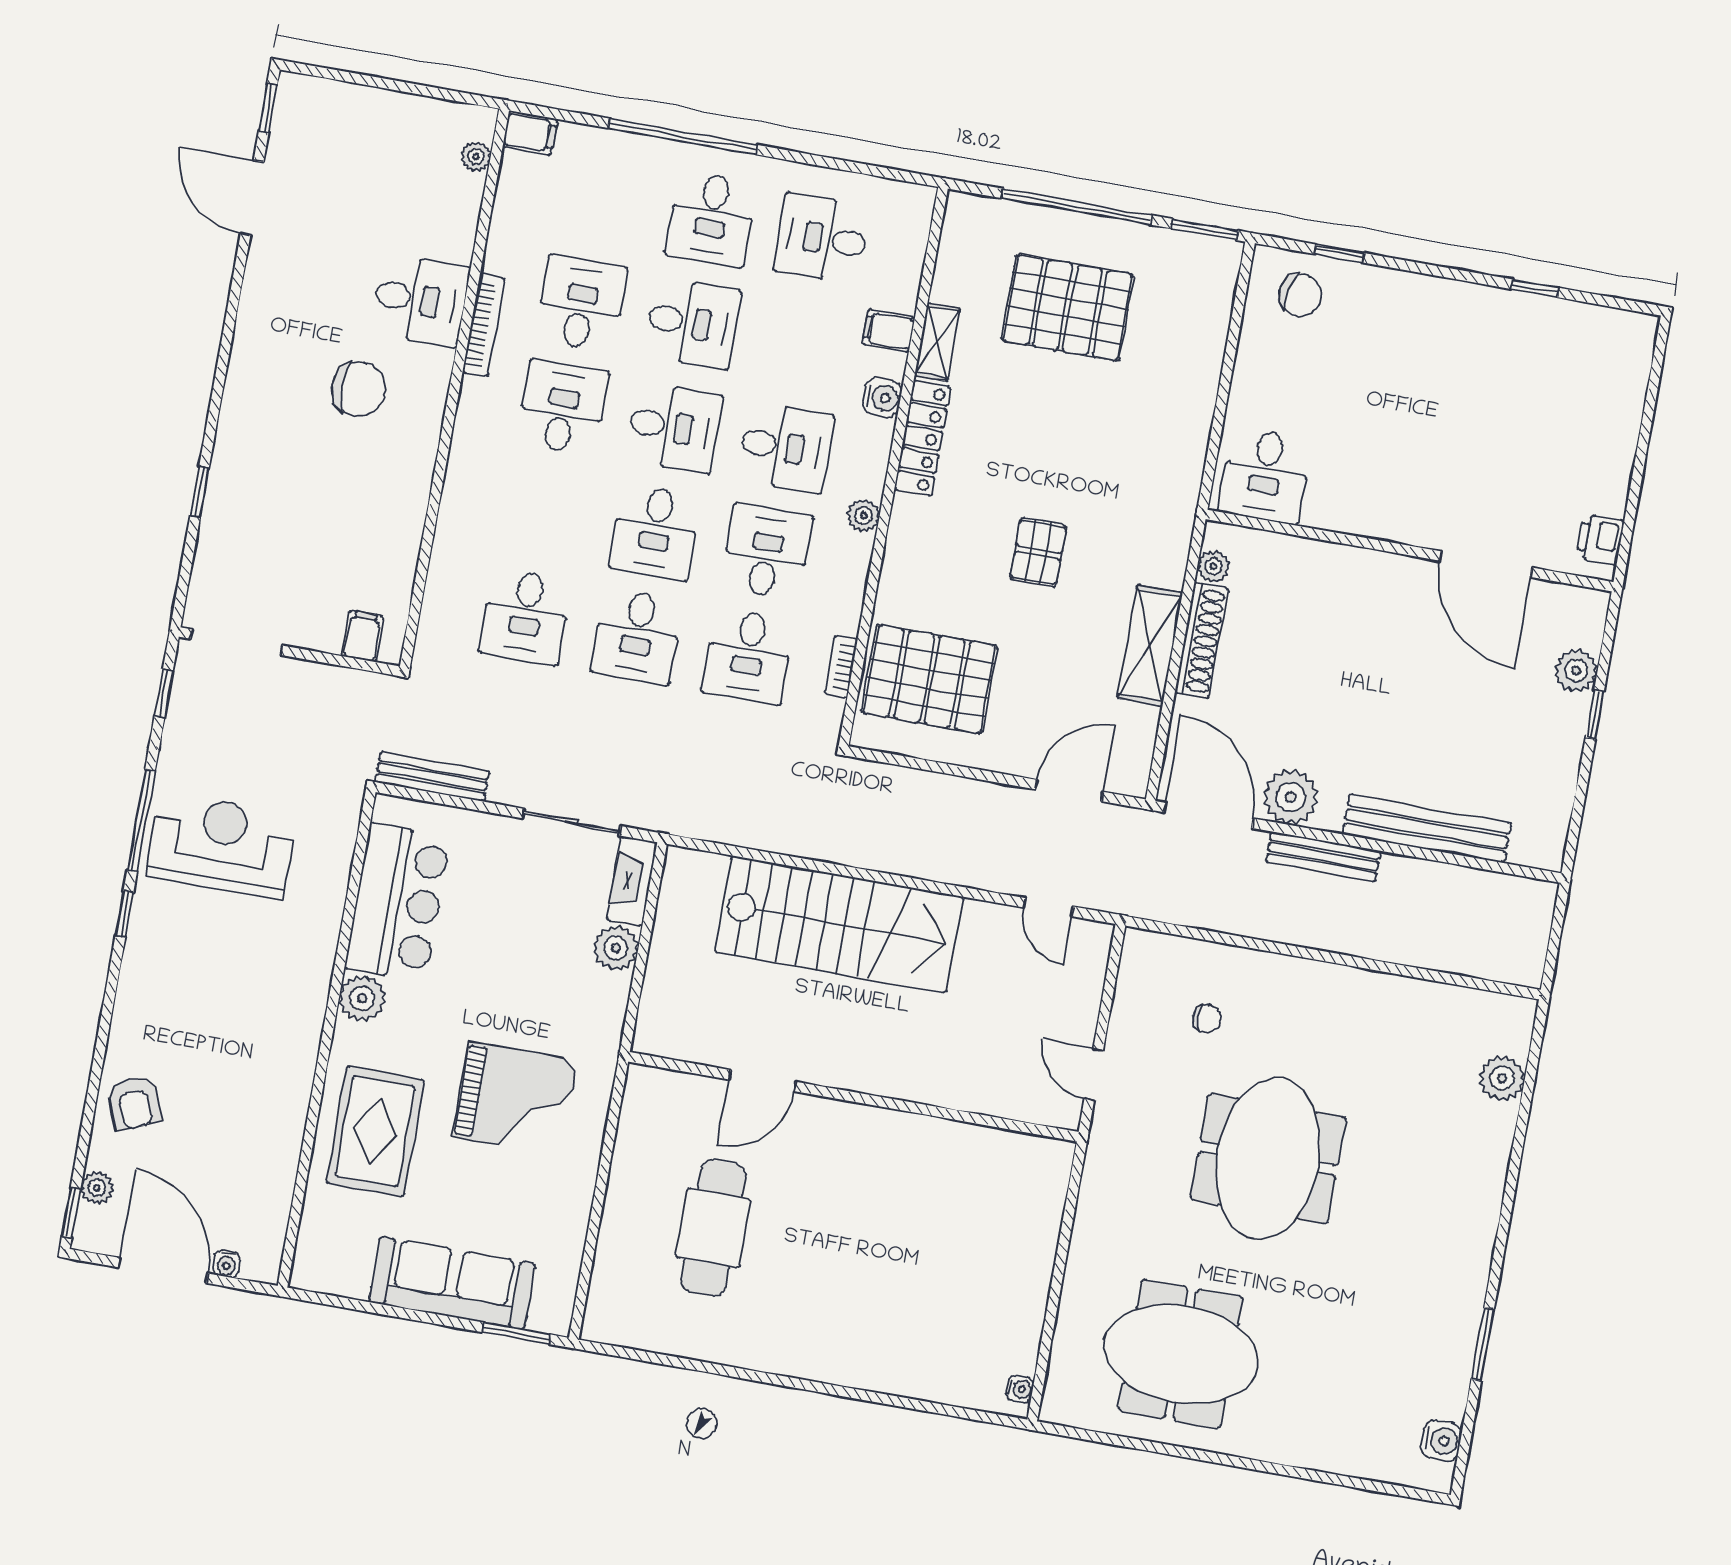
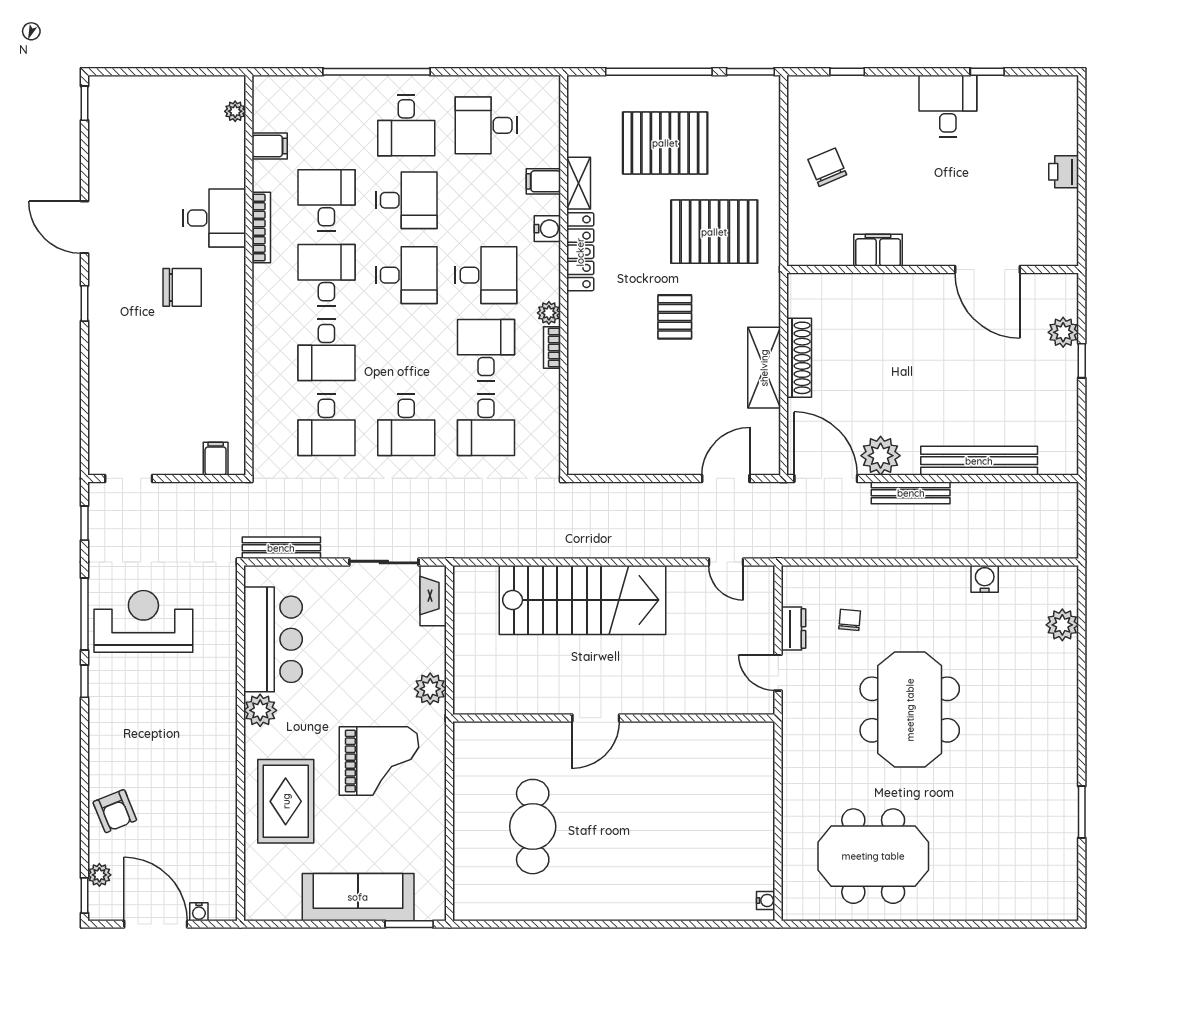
filing cabinet: (530, 133) -> (270, 146), moved
door: (252, 198) -> (85, 227), moved
chair: (1300, 295) -> (827, 167), moved, turned -126
desk: (1265, 475) -> (948, 106), moved, turned 180
window: (200, 492) -> (85, 303), moved
filing cabinet: (1338, 510) -> (878, 250), added
desk: (655, 532) -> (326, 350), moved
printer: (1600, 540) -> (1064, 172), moved
plant: (1213, 566) -> (798, 305), removed
doorway: (236, 642) -> (129, 478), width x0.73
bookcase: (841, 667) -> (552, 347), moved
pallet: (929, 679) -> (714, 232), moved
plant: (616, 948) -> (430, 689), moved
dresser: (1126, 1017) -> (794, 629), added
chair: (1207, 1018) -> (850, 620), turned -85
door: (762, 1081) -> (596, 718), moved
water cooler: (1441, 1440) -> (985, 579), moved, turned -90

